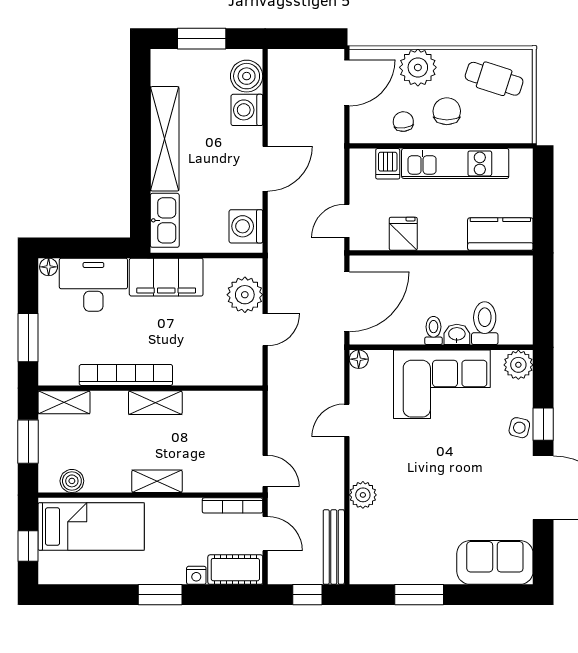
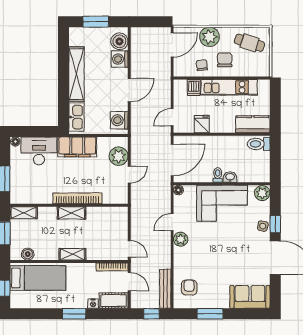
toilet: (485, 323) -> (259, 144), moved, turned -90
bookcase: (126, 375) -> (77, 198), moved
plant: (363, 495) -> (181, 239), moved
armchair: (379, 545) -> (189, 288), added

